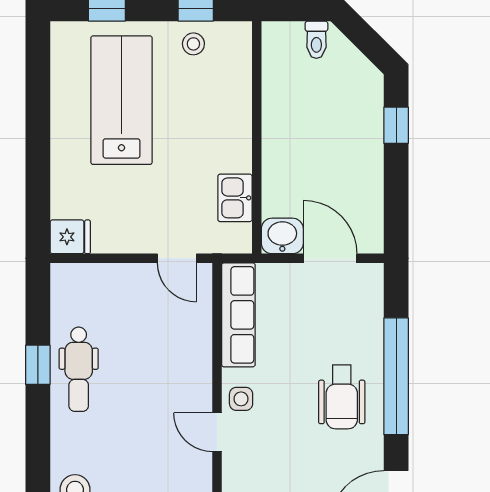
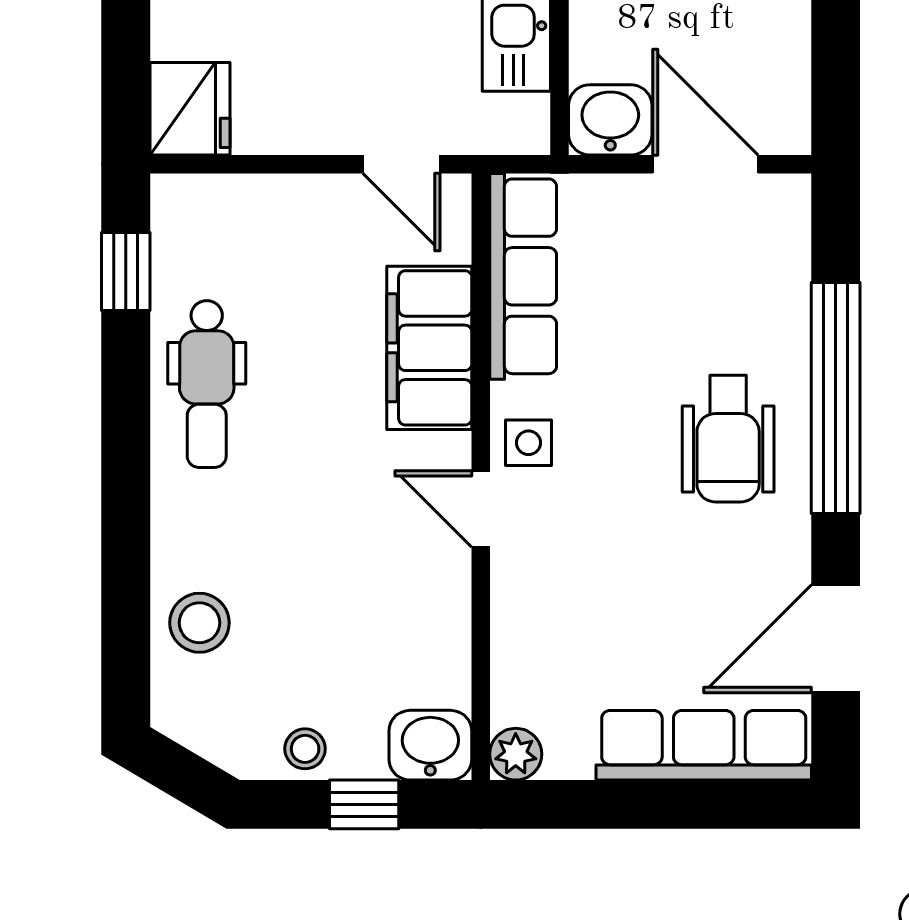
fridge: (70, 237) -> (190, 109), width x1.38
filing cabinet: (191, 351) -> (429, 348), added
window: (38, 365) -> (126, 271), moved

